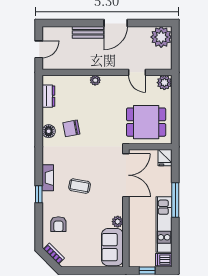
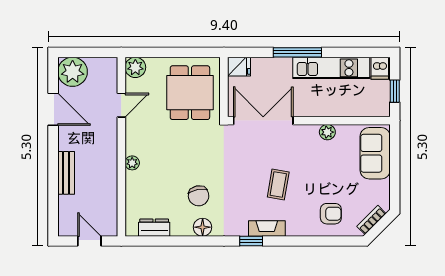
door: (116, 23) -> (53, 109), moved
window: (39, 194) -> (251, 241), moved
sofa: (112, 247) -> (375, 153), moved, turned 90

